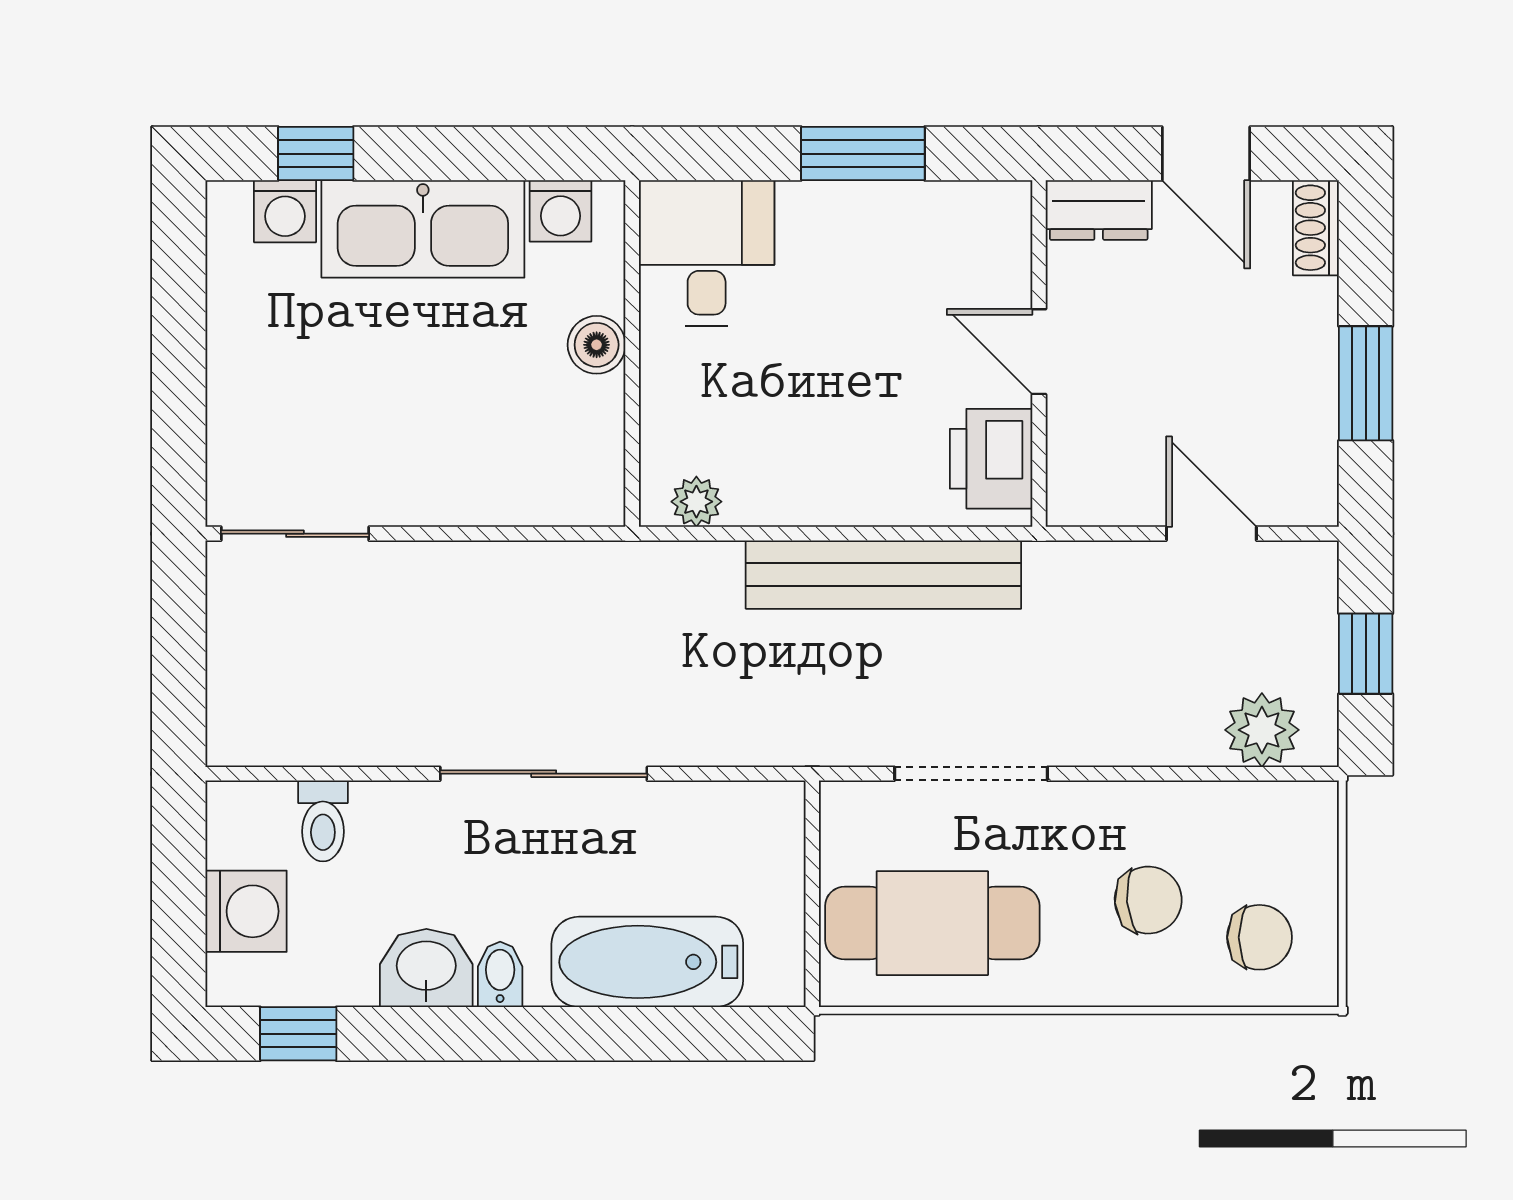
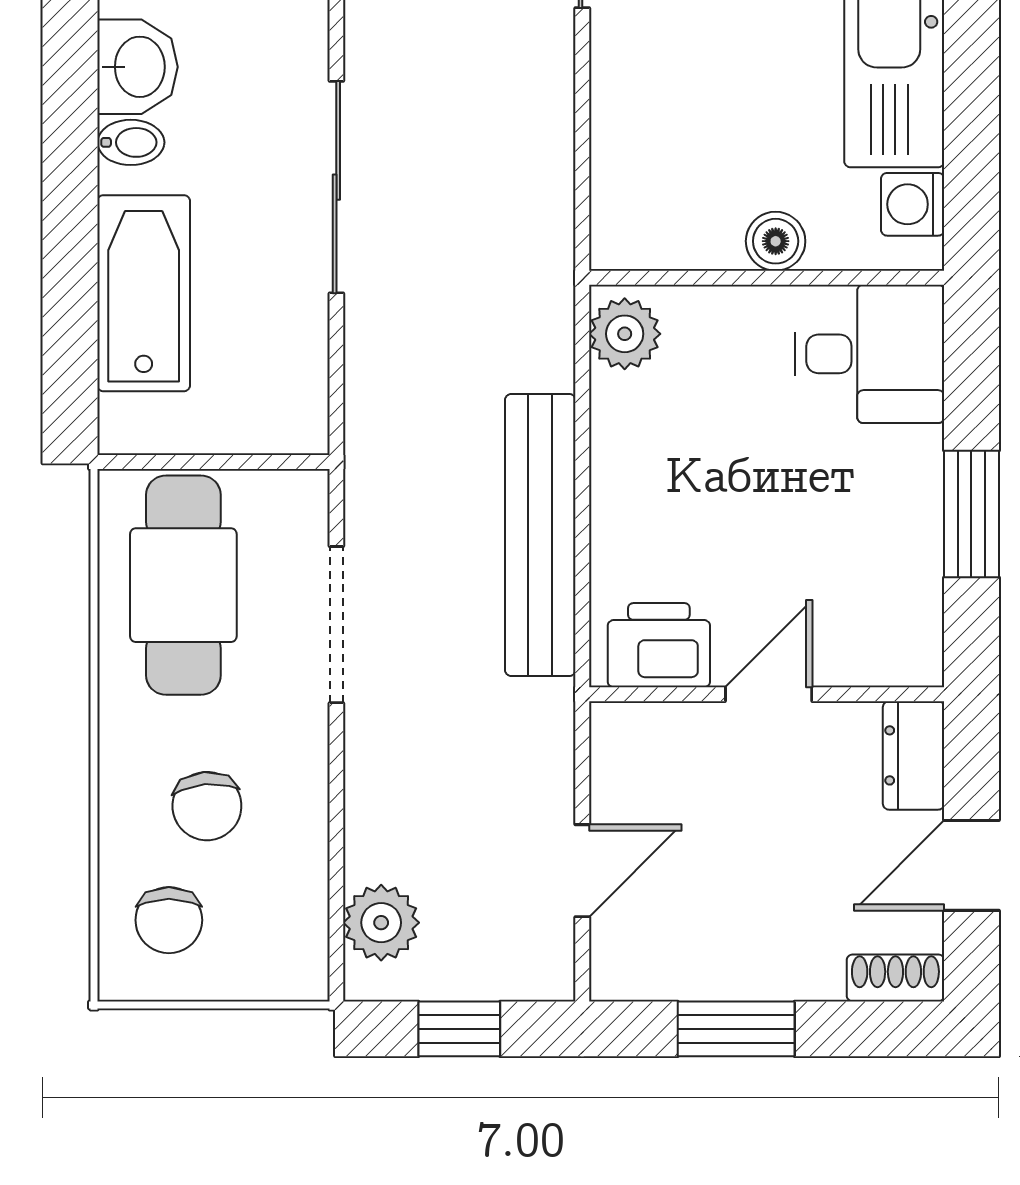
plant: (696, 502) -> (625, 334), width x1.38, depth x1.38

